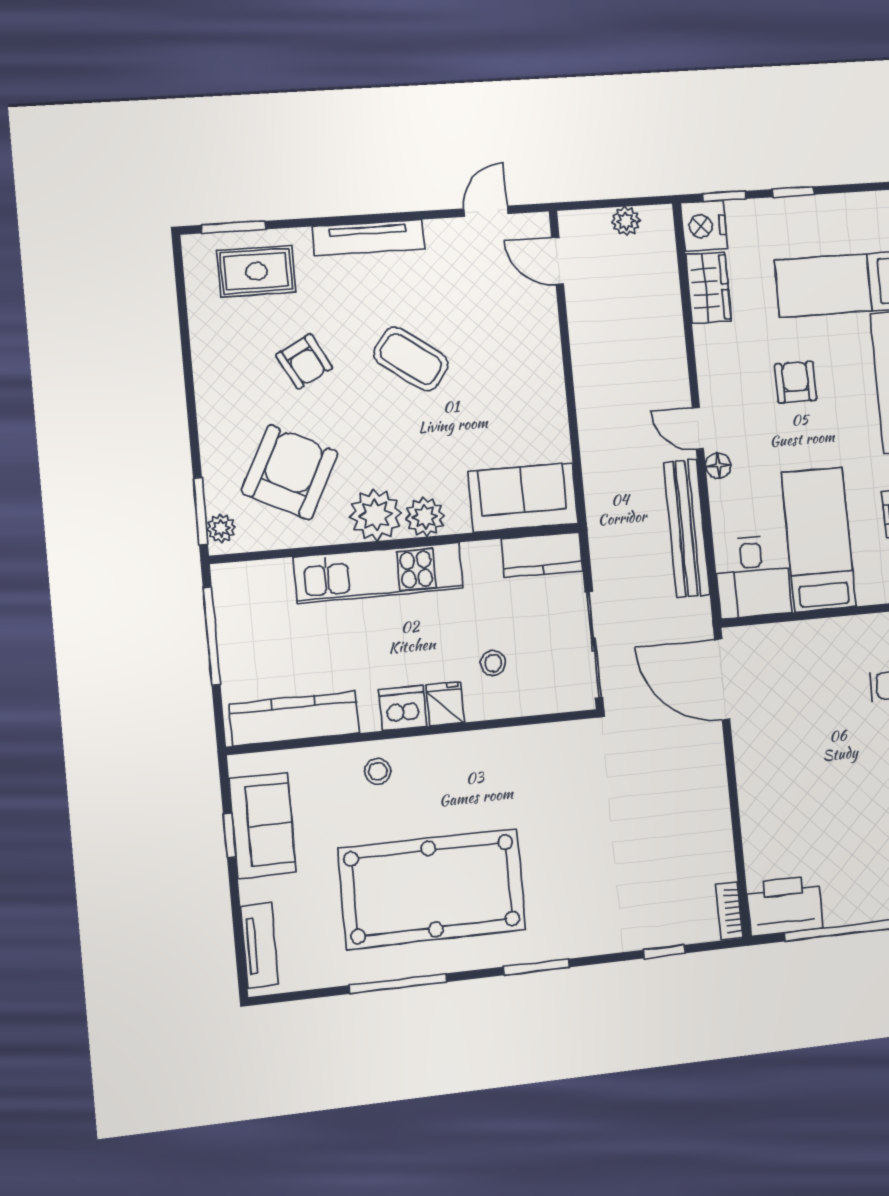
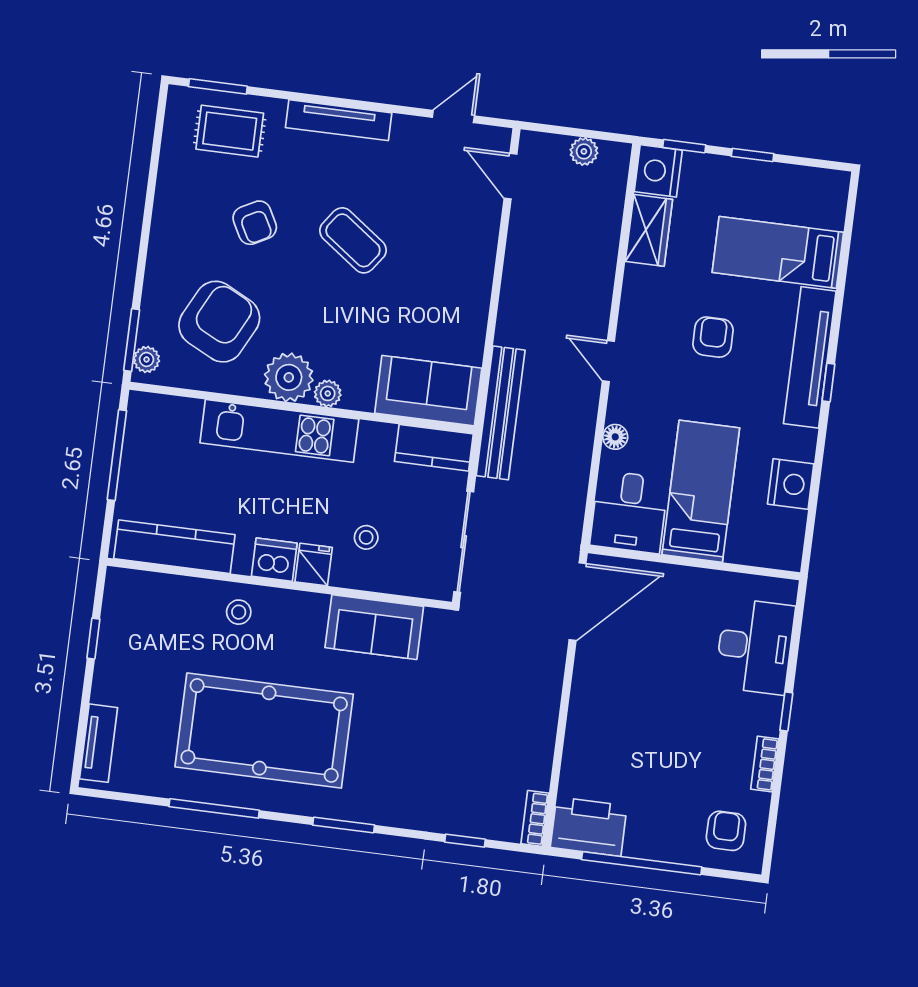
floor lamp: (718, 466) -> (615, 437), moved
plant: (425, 517) -> (328, 393), width x0.73, depth x0.73
bench: (687, 528) -> (501, 413), moved
door: (722, 679) -> (578, 602), swing flipped
sofa: (263, 825) -> (374, 627), moved, turned 90

